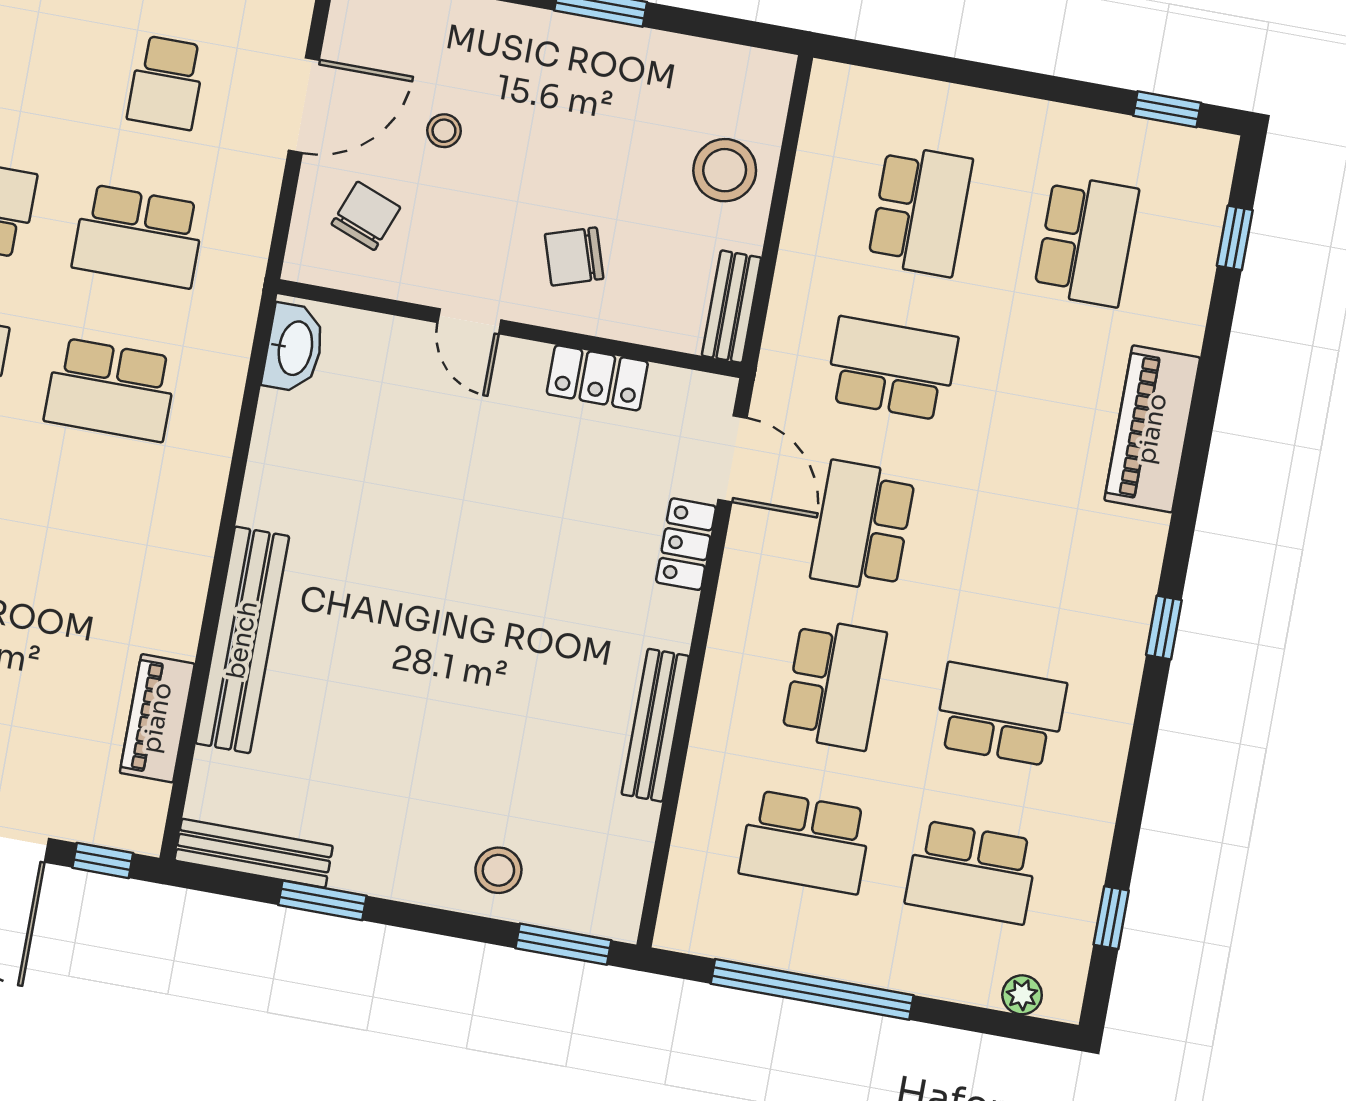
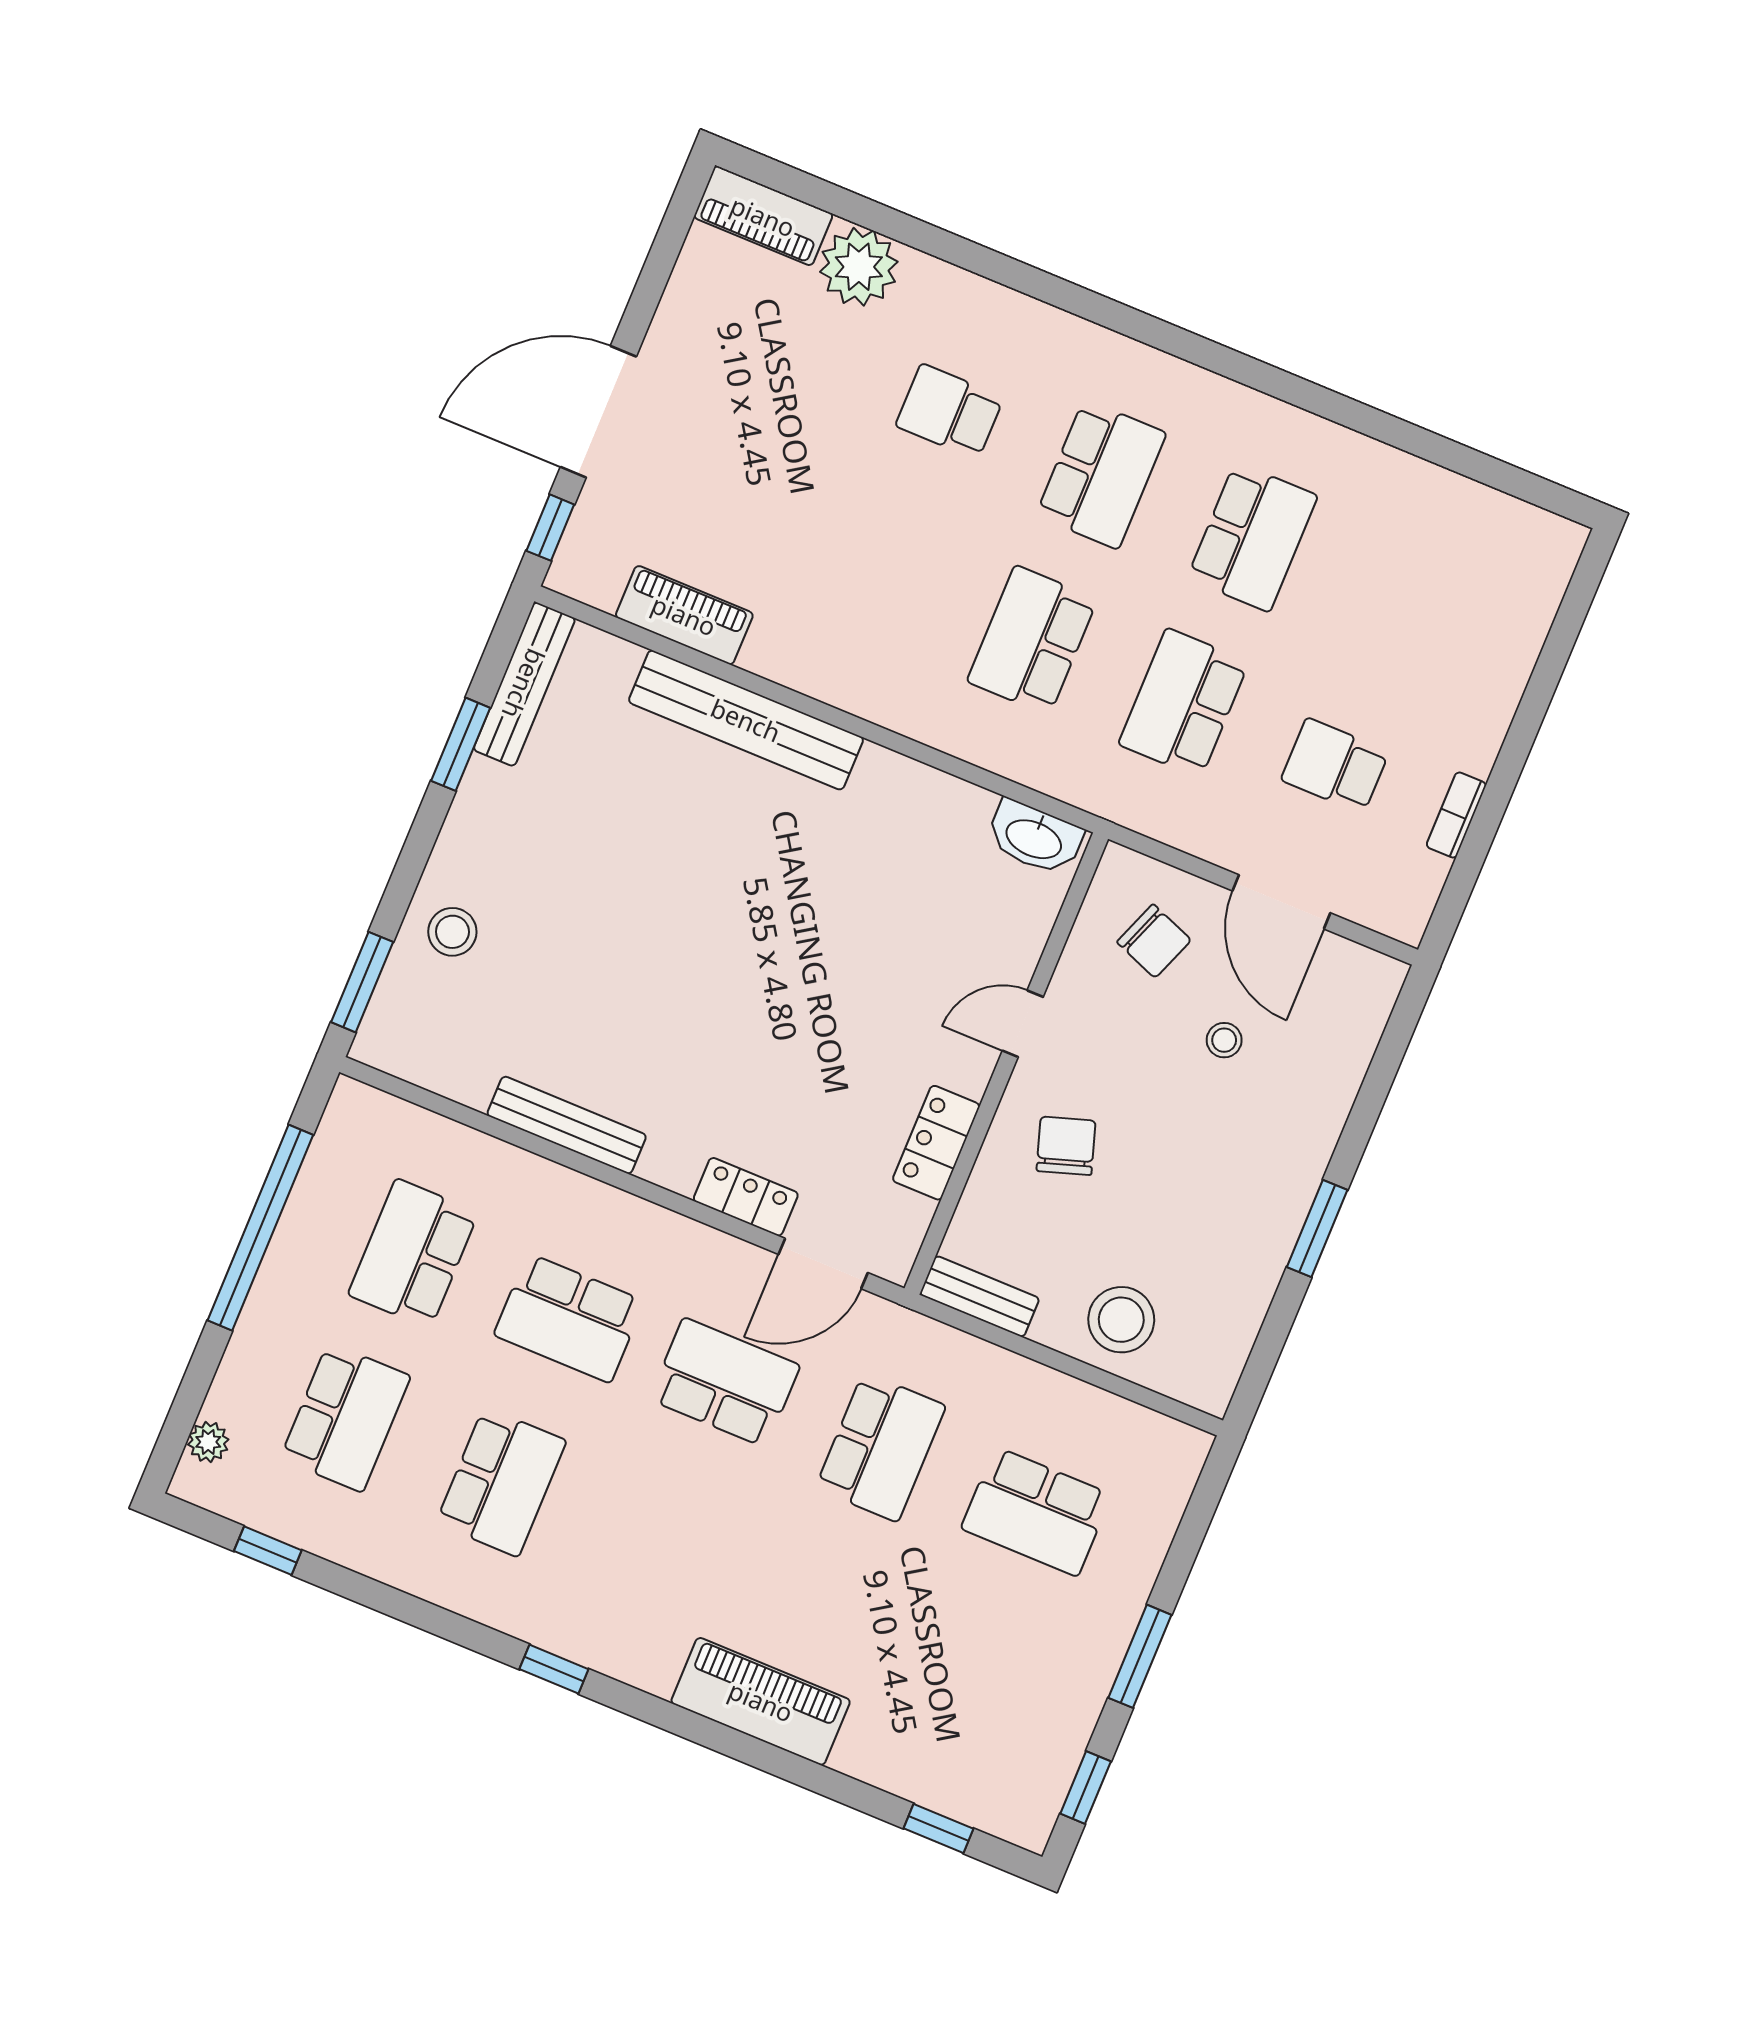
window: (1034, 85) -> (1140, 1656), added
school desk: (1086, 241) -> (968, 1675), removed
school desk: (972, 872) -> (345, 1417), turned 180

